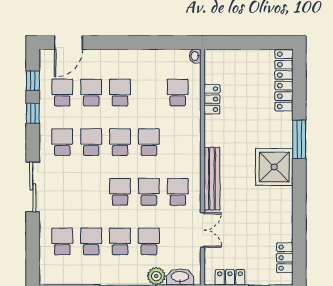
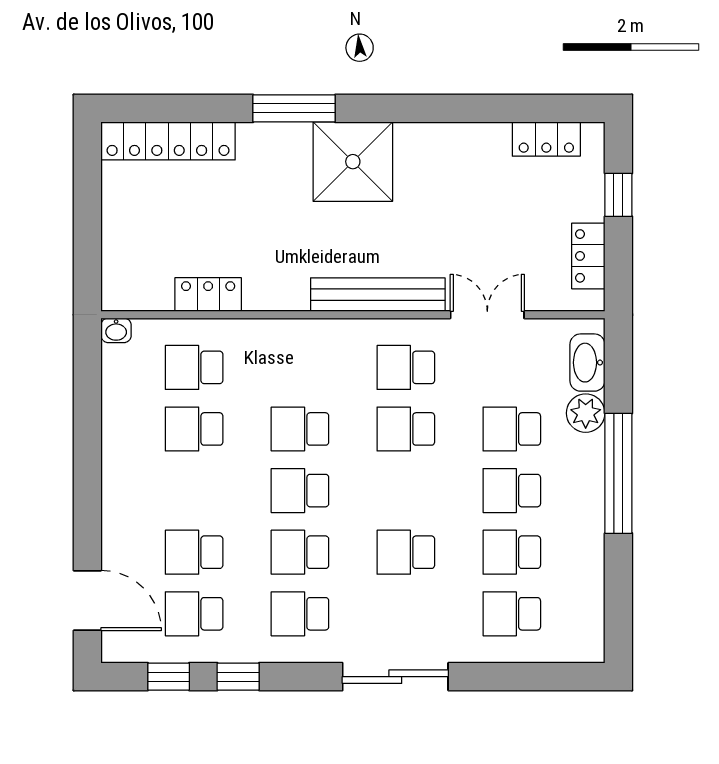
school desk: (120, 93) -> (194, 429), moved
school desk: (120, 192) -> (406, 552), moved

